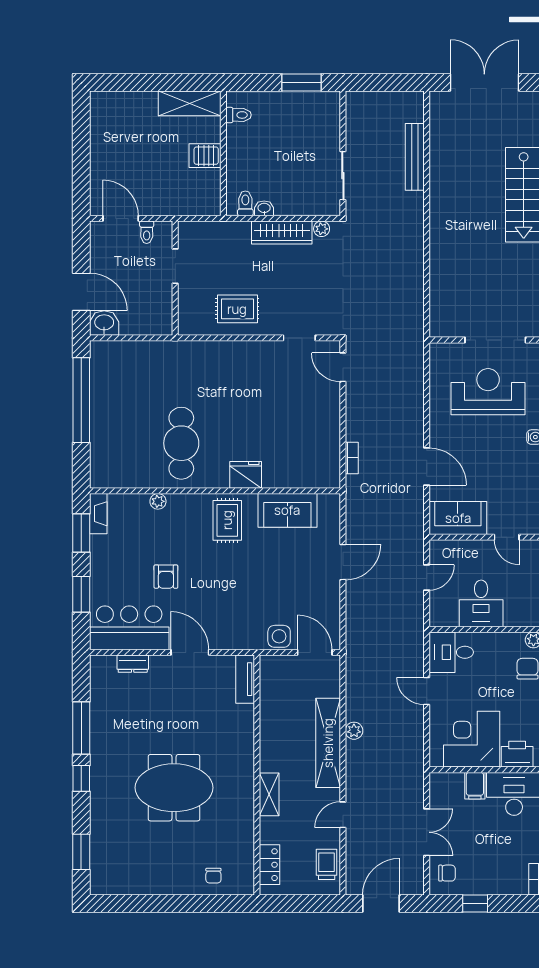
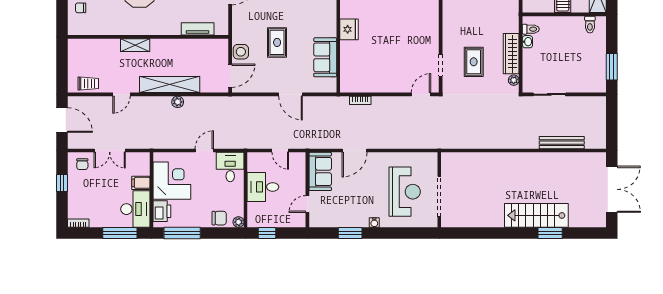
rug: (237, 309) -> (474, 62), moved
rug: (227, 520) -> (277, 42), moved, turned 90
tv unit: (245, 679) -> (198, 29), moved
door: (343, 815) -> (121, 94), swing flipped
locker: (269, 865) -> (88, 45), removed

